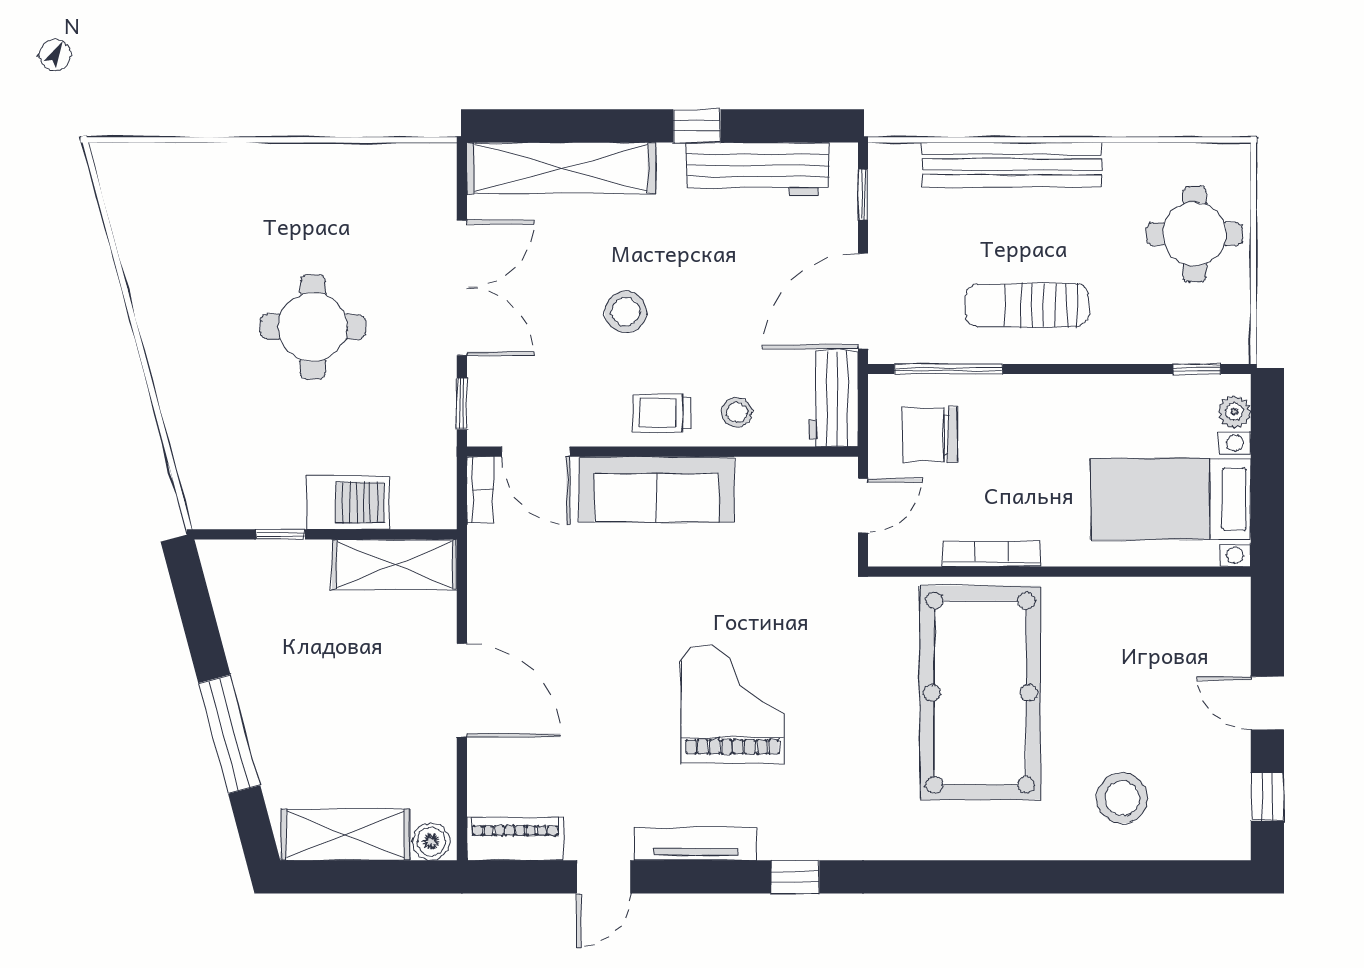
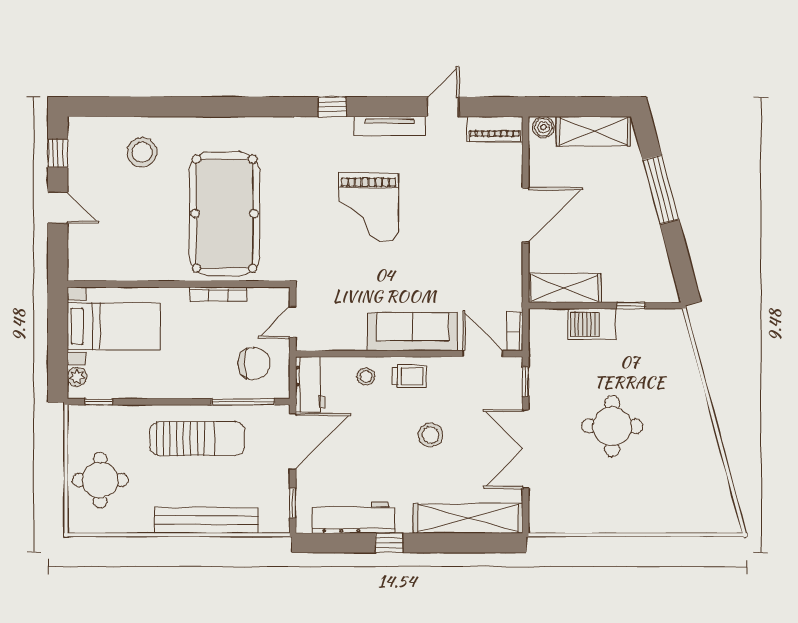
sun lounger: (1027, 305) -> (197, 439), width x1.36, depth x1.34
door: (462, 690) -> (526, 215), swing flipped

